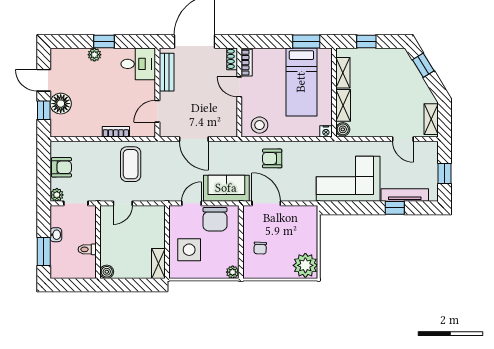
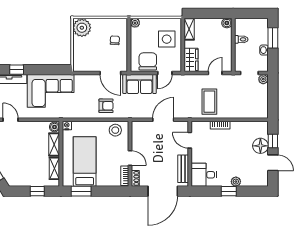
door: (157, 111) -> (190, 140), swing flipped
door: (194, 139) -> (163, 120), hinge flipped
armchair: (61, 167) -> (260, 99), removed
wardrobe: (156, 221) -> (191, 60), added

